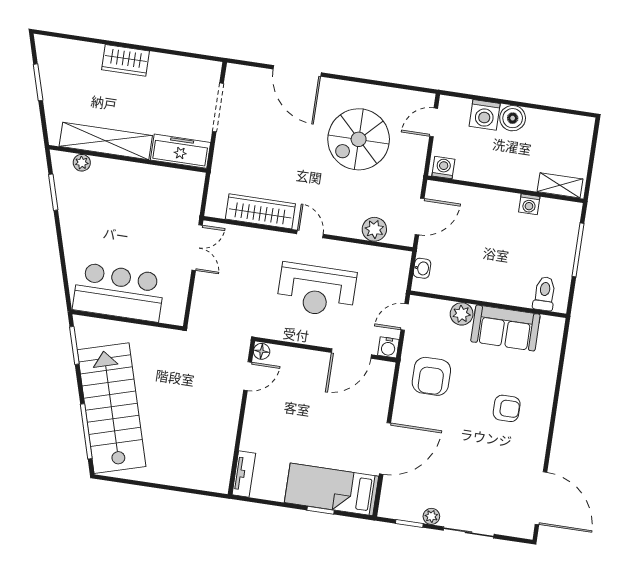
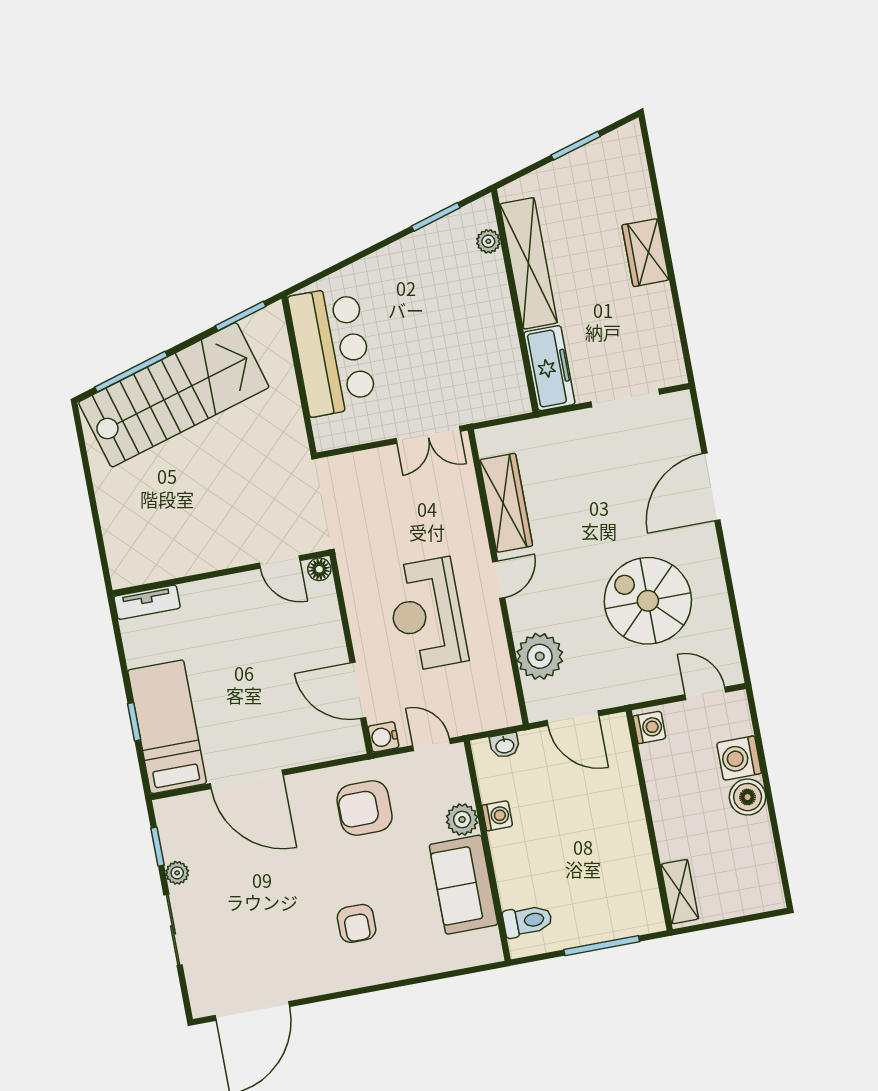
washing machine: (529, 204) -> (497, 816), moved, turned 180
plant: (374, 229) -> (540, 656), width x1.36, depth x1.36

